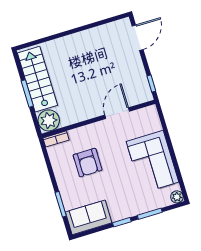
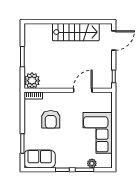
stairs: (37, 79) -> (76, 32), moved, turned 90
plant: (177, 197) -> (92, 163), moved

